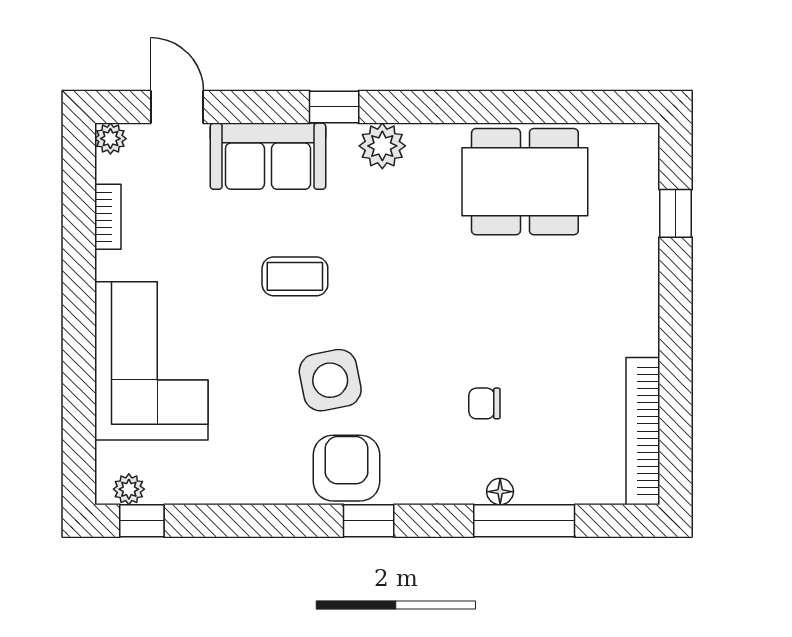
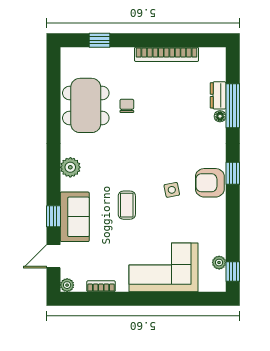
window: (334, 107) -> (53, 216), moved
side table: (330, 380) -> (172, 190), width x0.54, depth x0.54
chair: (484, 403) -> (127, 106), moved, turned 180
bookcase: (643, 431) -> (167, 54), moved
dresser: (548, 487) -> (218, 95), added
plant: (129, 489) -> (219, 263), moved

